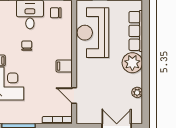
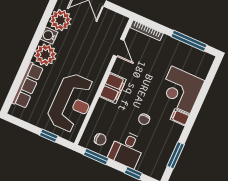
filing cabinet: (64, 66) -> (113, 88), width x2.00
water cooler: (136, 80) -> (49, 36), added
plant: (137, 92) -> (60, 20), width x1.87, depth x1.87

